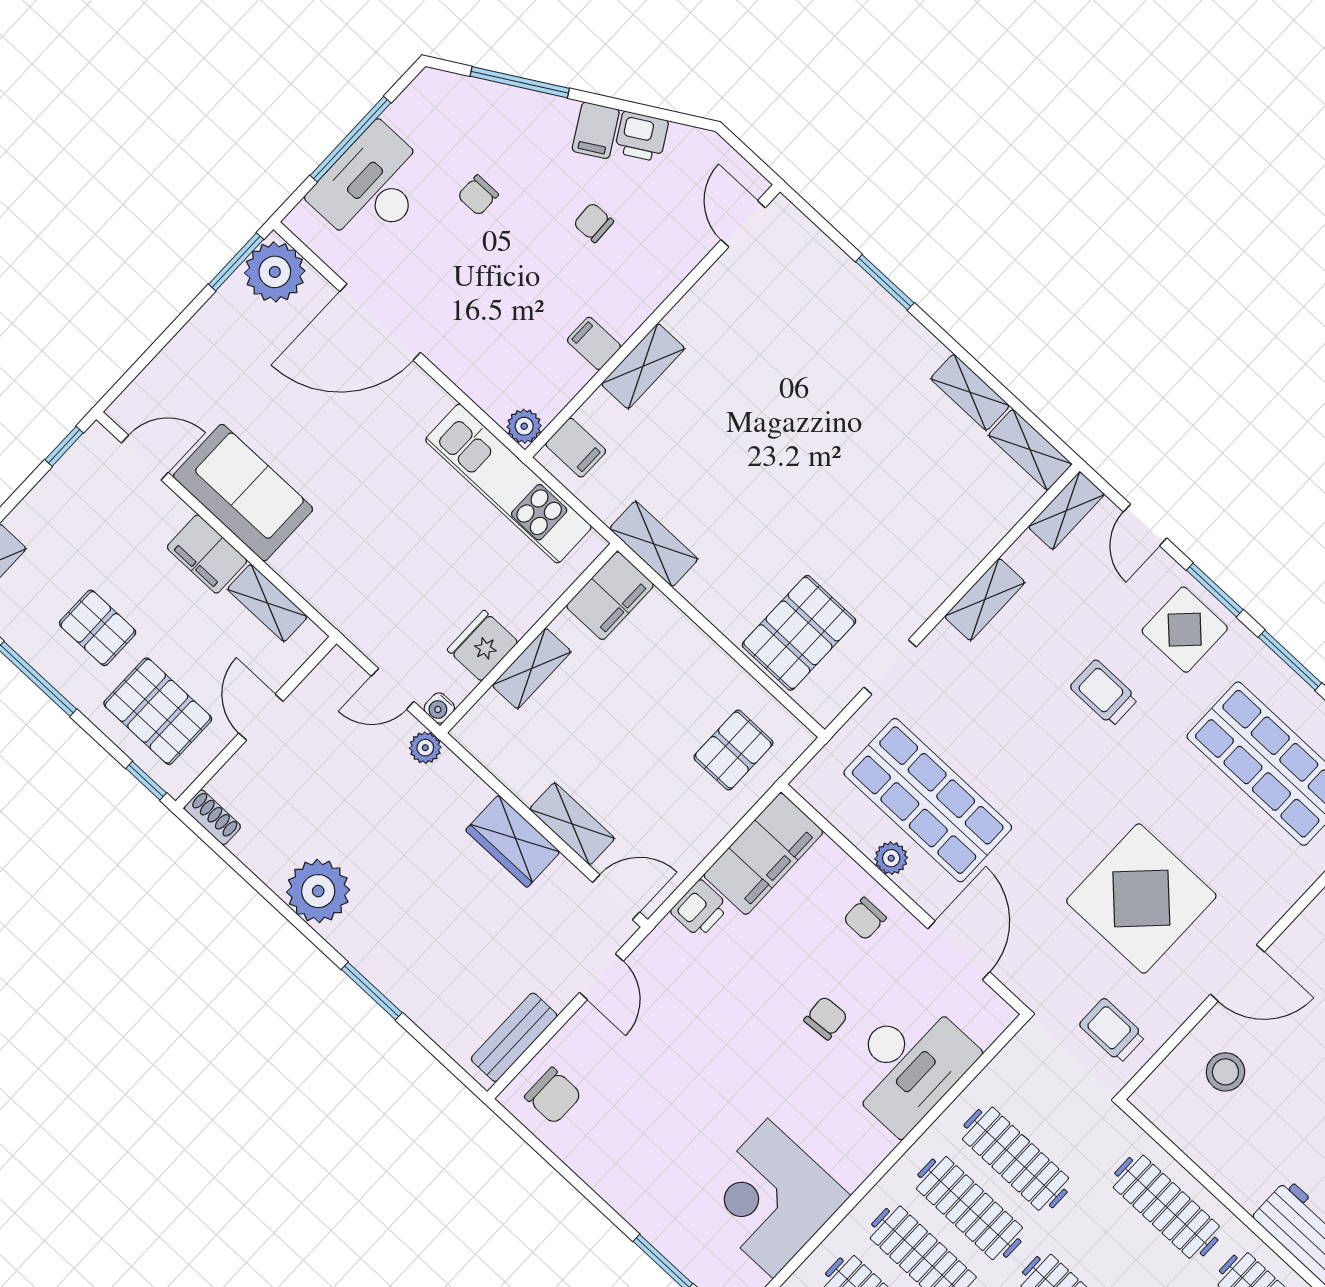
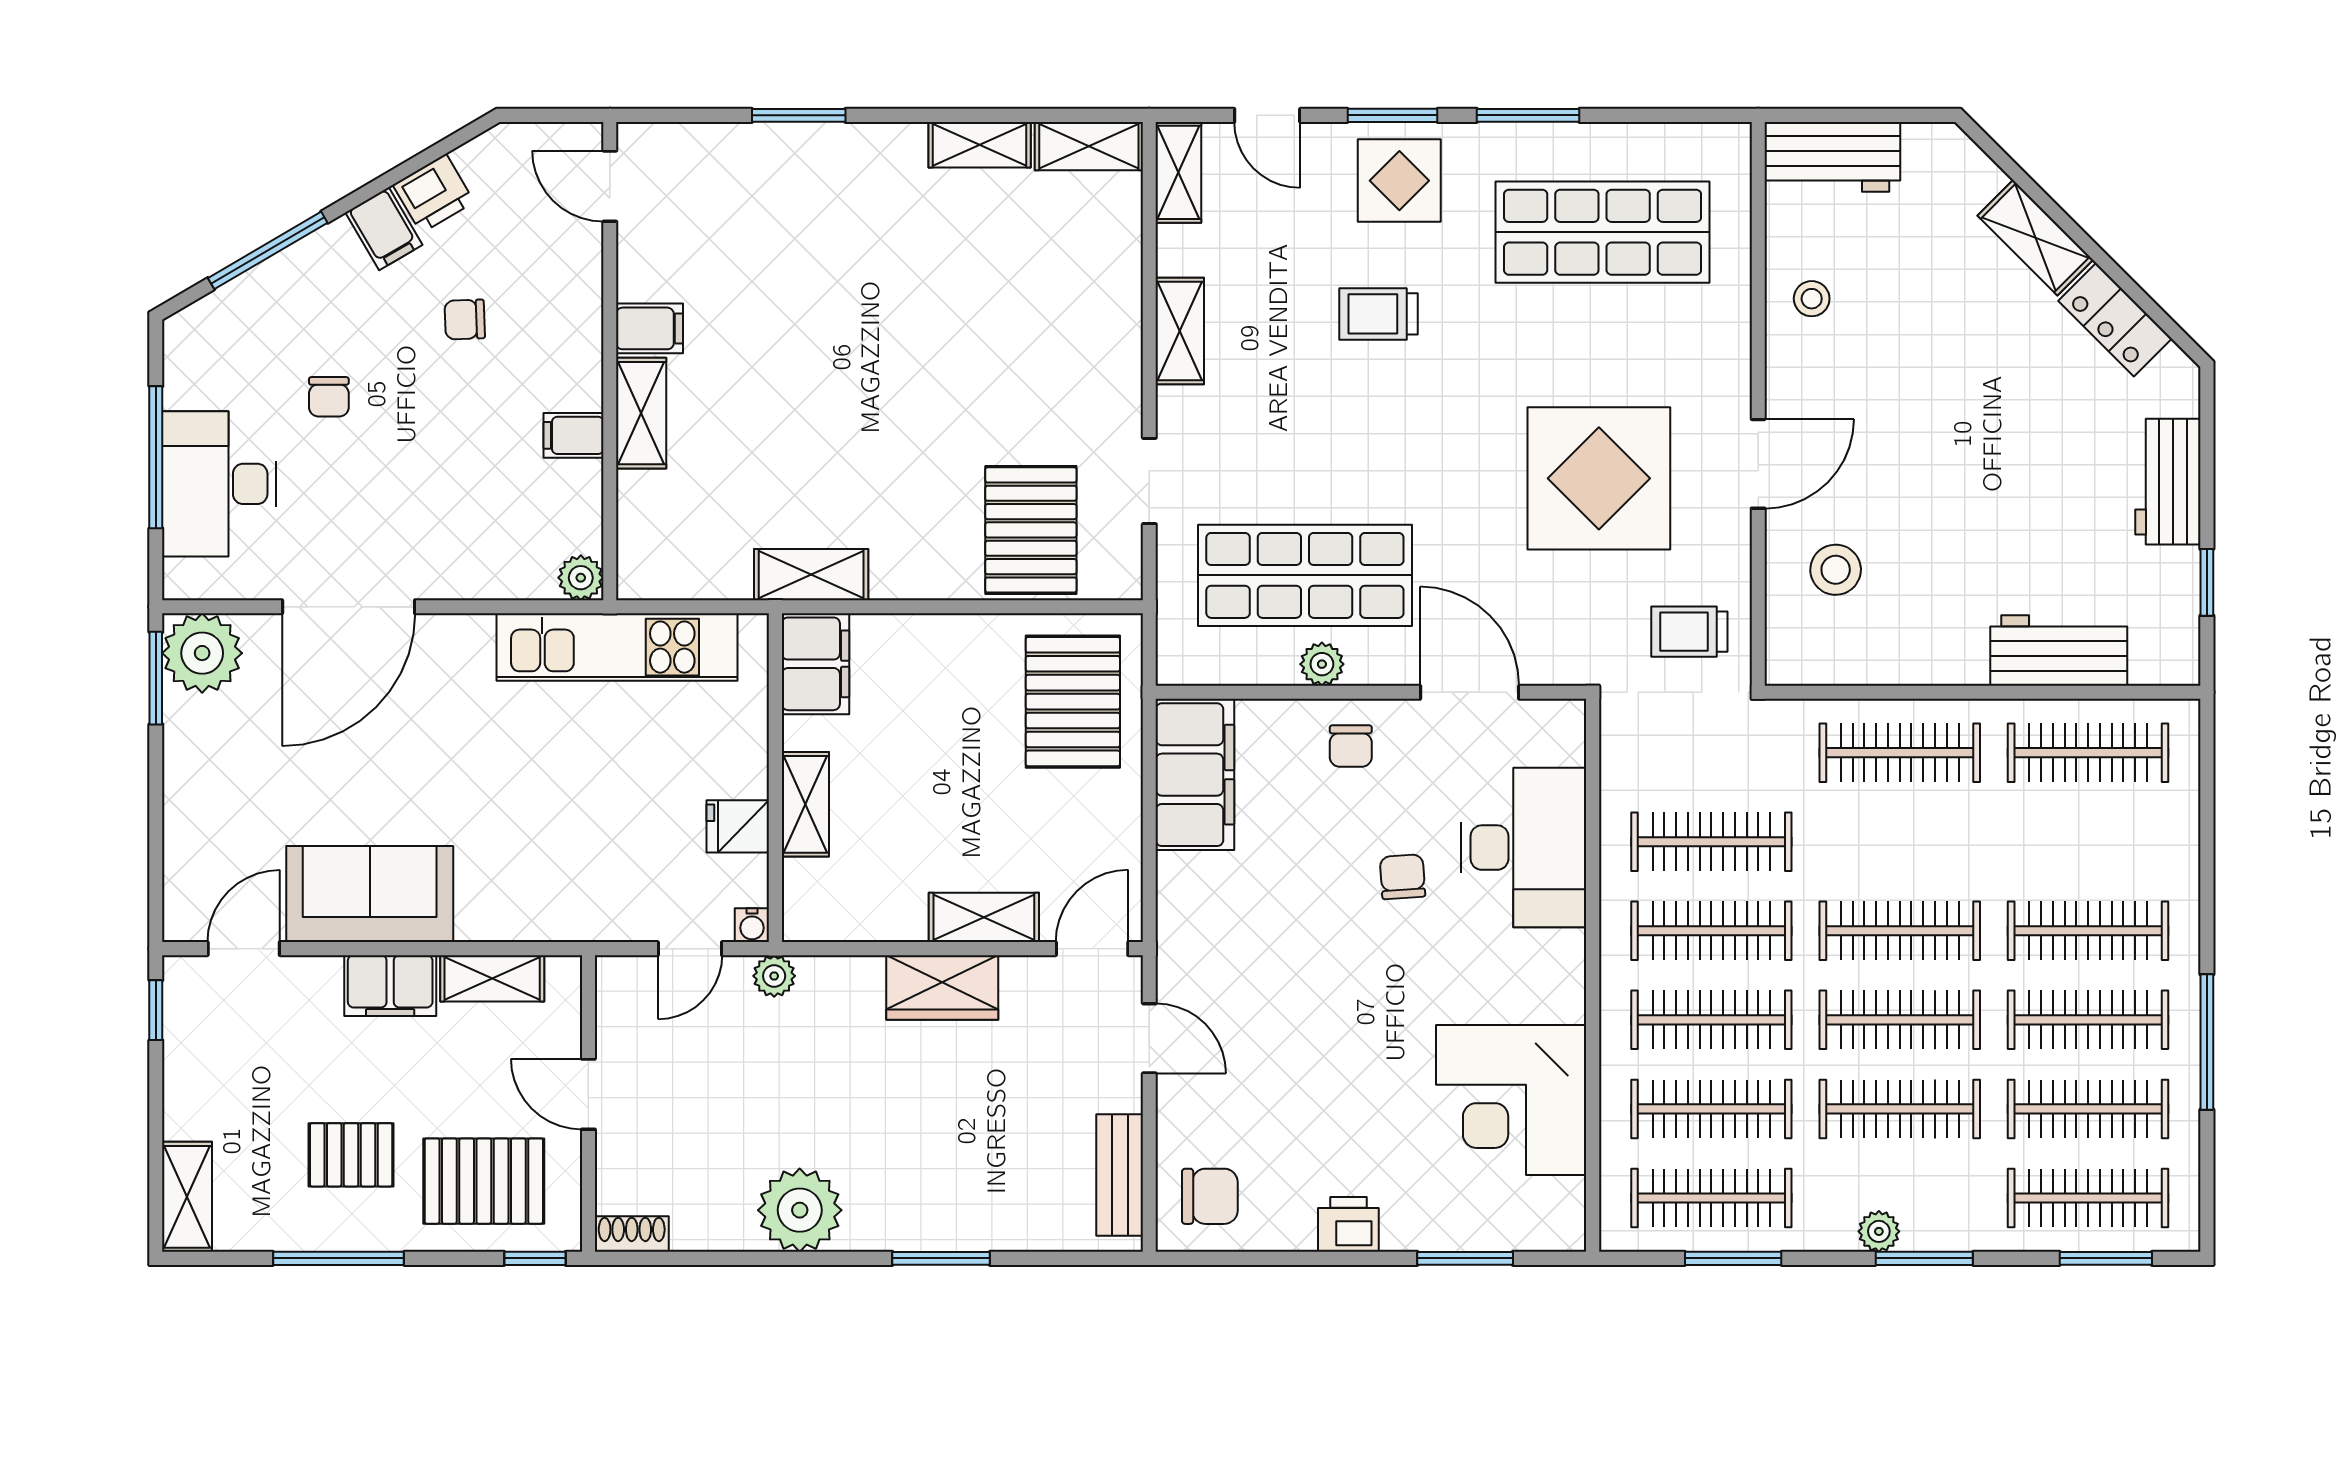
filing cabinet: (576, 448) -> (650, 328), moved
fridge: (483, 646) -> (738, 826), width x0.72
pallet: (733, 750) -> (1073, 702), width x1.50, depth x1.42
printer: (700, 909) -> (1348, 1224), moved, turned -90

